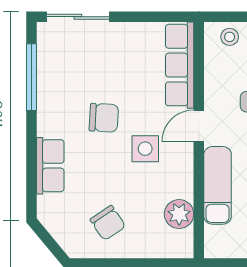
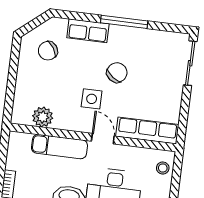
window: (32, 77) -> (124, 22), moved
chair: (104, 118) -> (117, 73), turned -147
chair: (108, 223) -> (48, 51), moved

